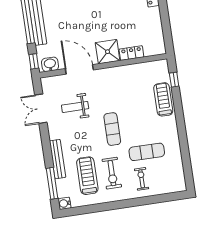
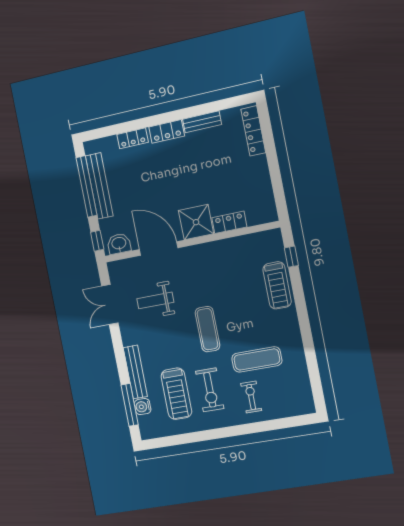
treadmill: (163, 99) -> (277, 285), turned 180
treadmill: (87, 176) -> (176, 394), turned 180
water cooler: (64, 203) -> (143, 407), moved

